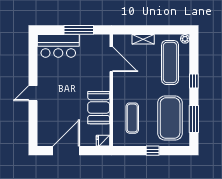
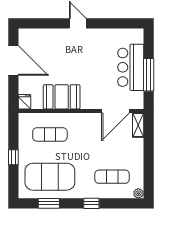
shelving: (143, 39) -> (138, 125), moved
bar counter: (58, 46) -> (131, 67), moved
exercise mat: (170, 62) -> (112, 177), width x0.73, depth x0.69
window: (194, 119) -> (49, 203), width x0.69

